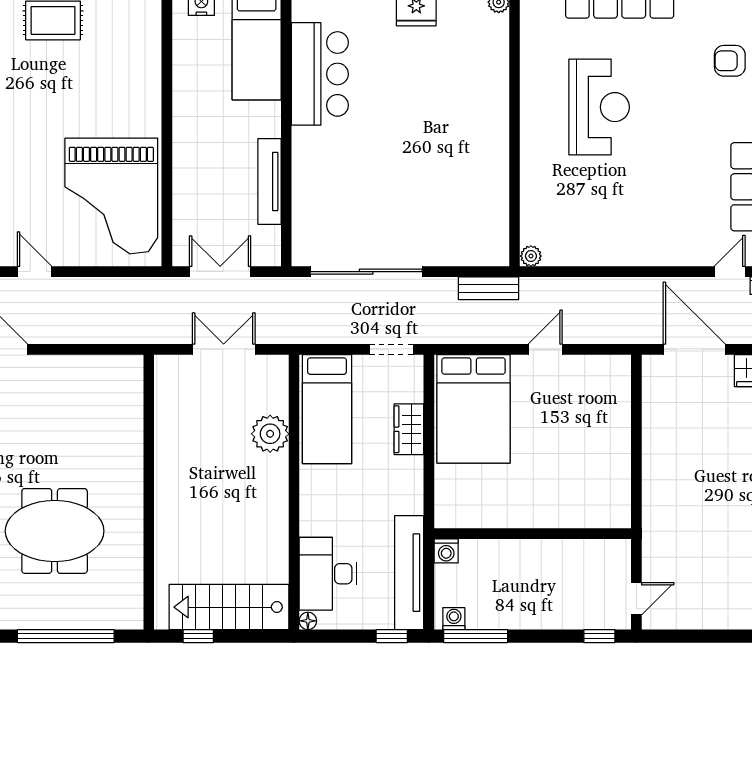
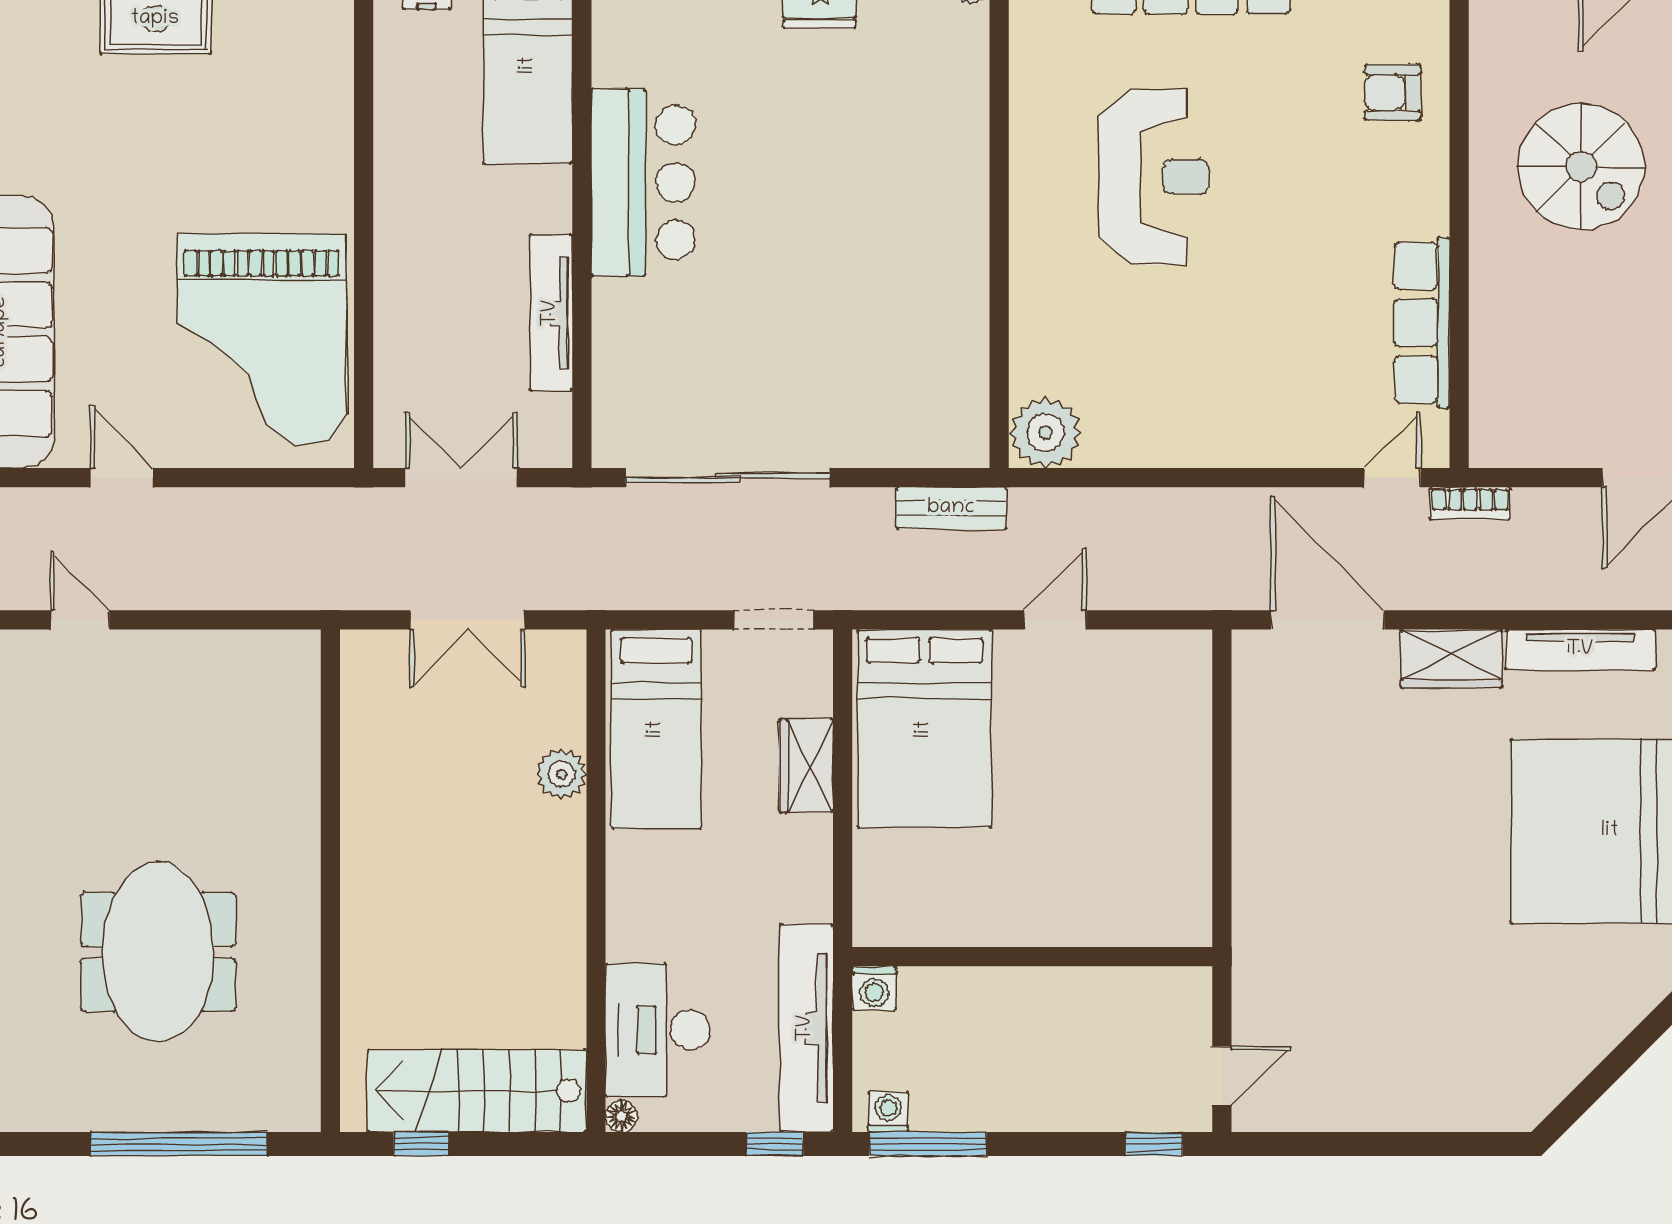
bar counter: (320, 74) -> (643, 182), moved
plant: (531, 256) -> (1046, 433), width x1.87, depth x1.87
double door: (224, 349) -> (468, 620), swing flipped
plant: (270, 434) -> (561, 774), width x0.73, depth x0.73
meeting table: (55, 531) -> (158, 952), turned 90

